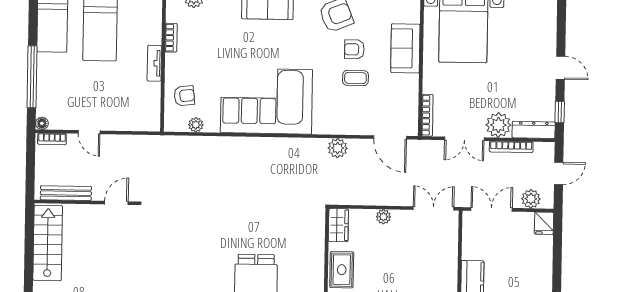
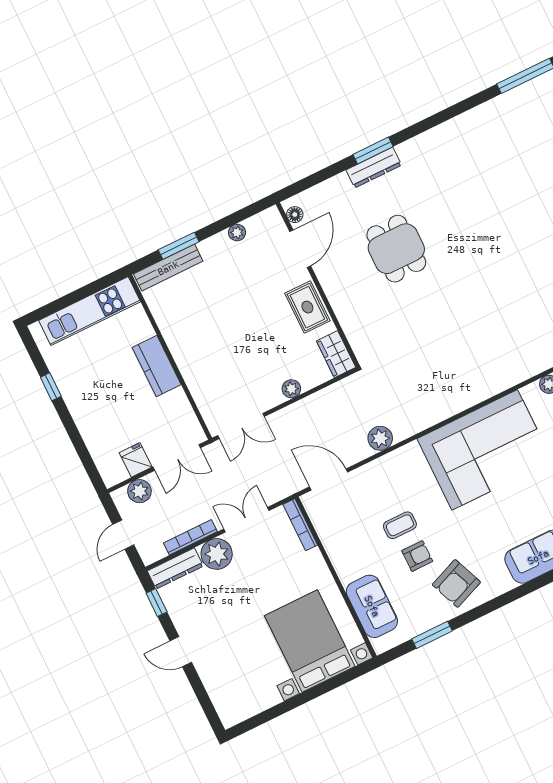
sofa: (405, 48) -> (372, 606), moved
fridge: (544, 223) -> (136, 460), moved

